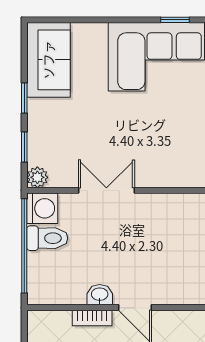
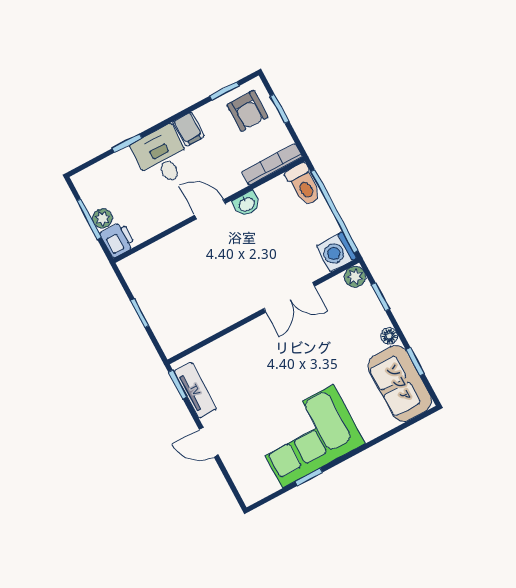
window: (24, 98) -> (415, 362), moved
floor lamp: (35, 108) -> (389, 336), added
toilet: (47, 238) -> (304, 185), moved, turned -90
bookcase: (92, 318) -> (272, 164), moved, width x1.56

